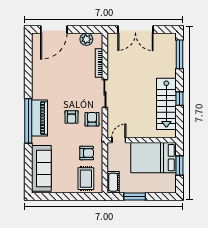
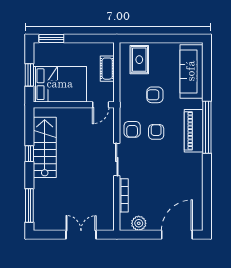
double door: (135, 30) -> (81, 235), width x0.73
armchair: (87, 153) -> (155, 95), moved
cot: (113, 182) -> (107, 69), moved
window: (135, 197) -> (51, 38), moved

